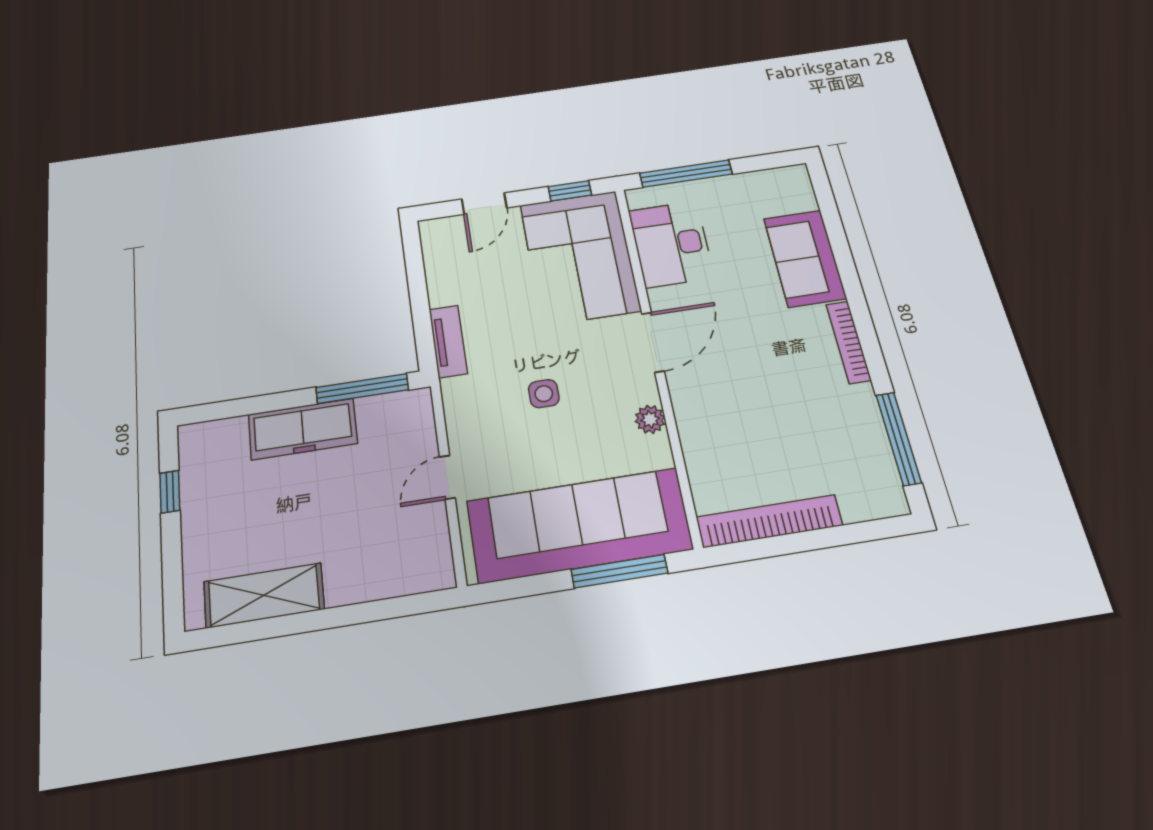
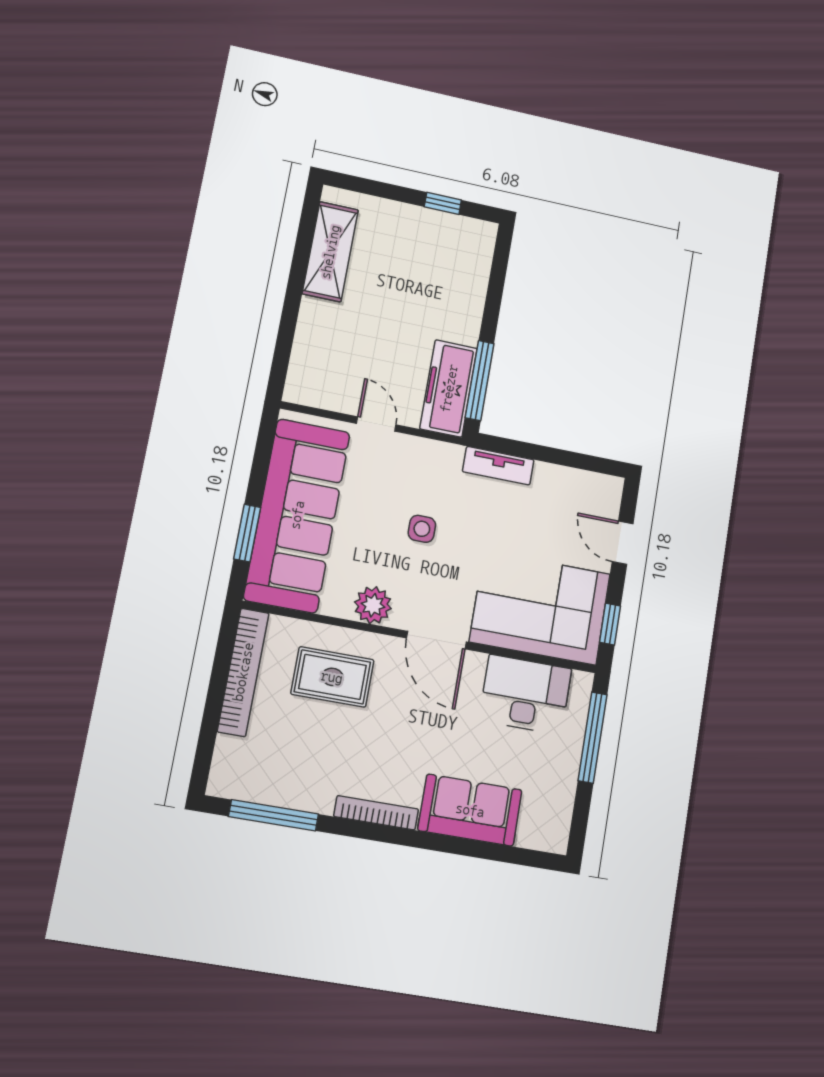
plant: (650, 419) -> (373, 605), width x1.38, depth x1.38
freezer: (303, 429) -> (449, 388), moved
rug: (734, 429) -> (332, 677), added
window: (619, 571) -> (247, 533), width x0.69

